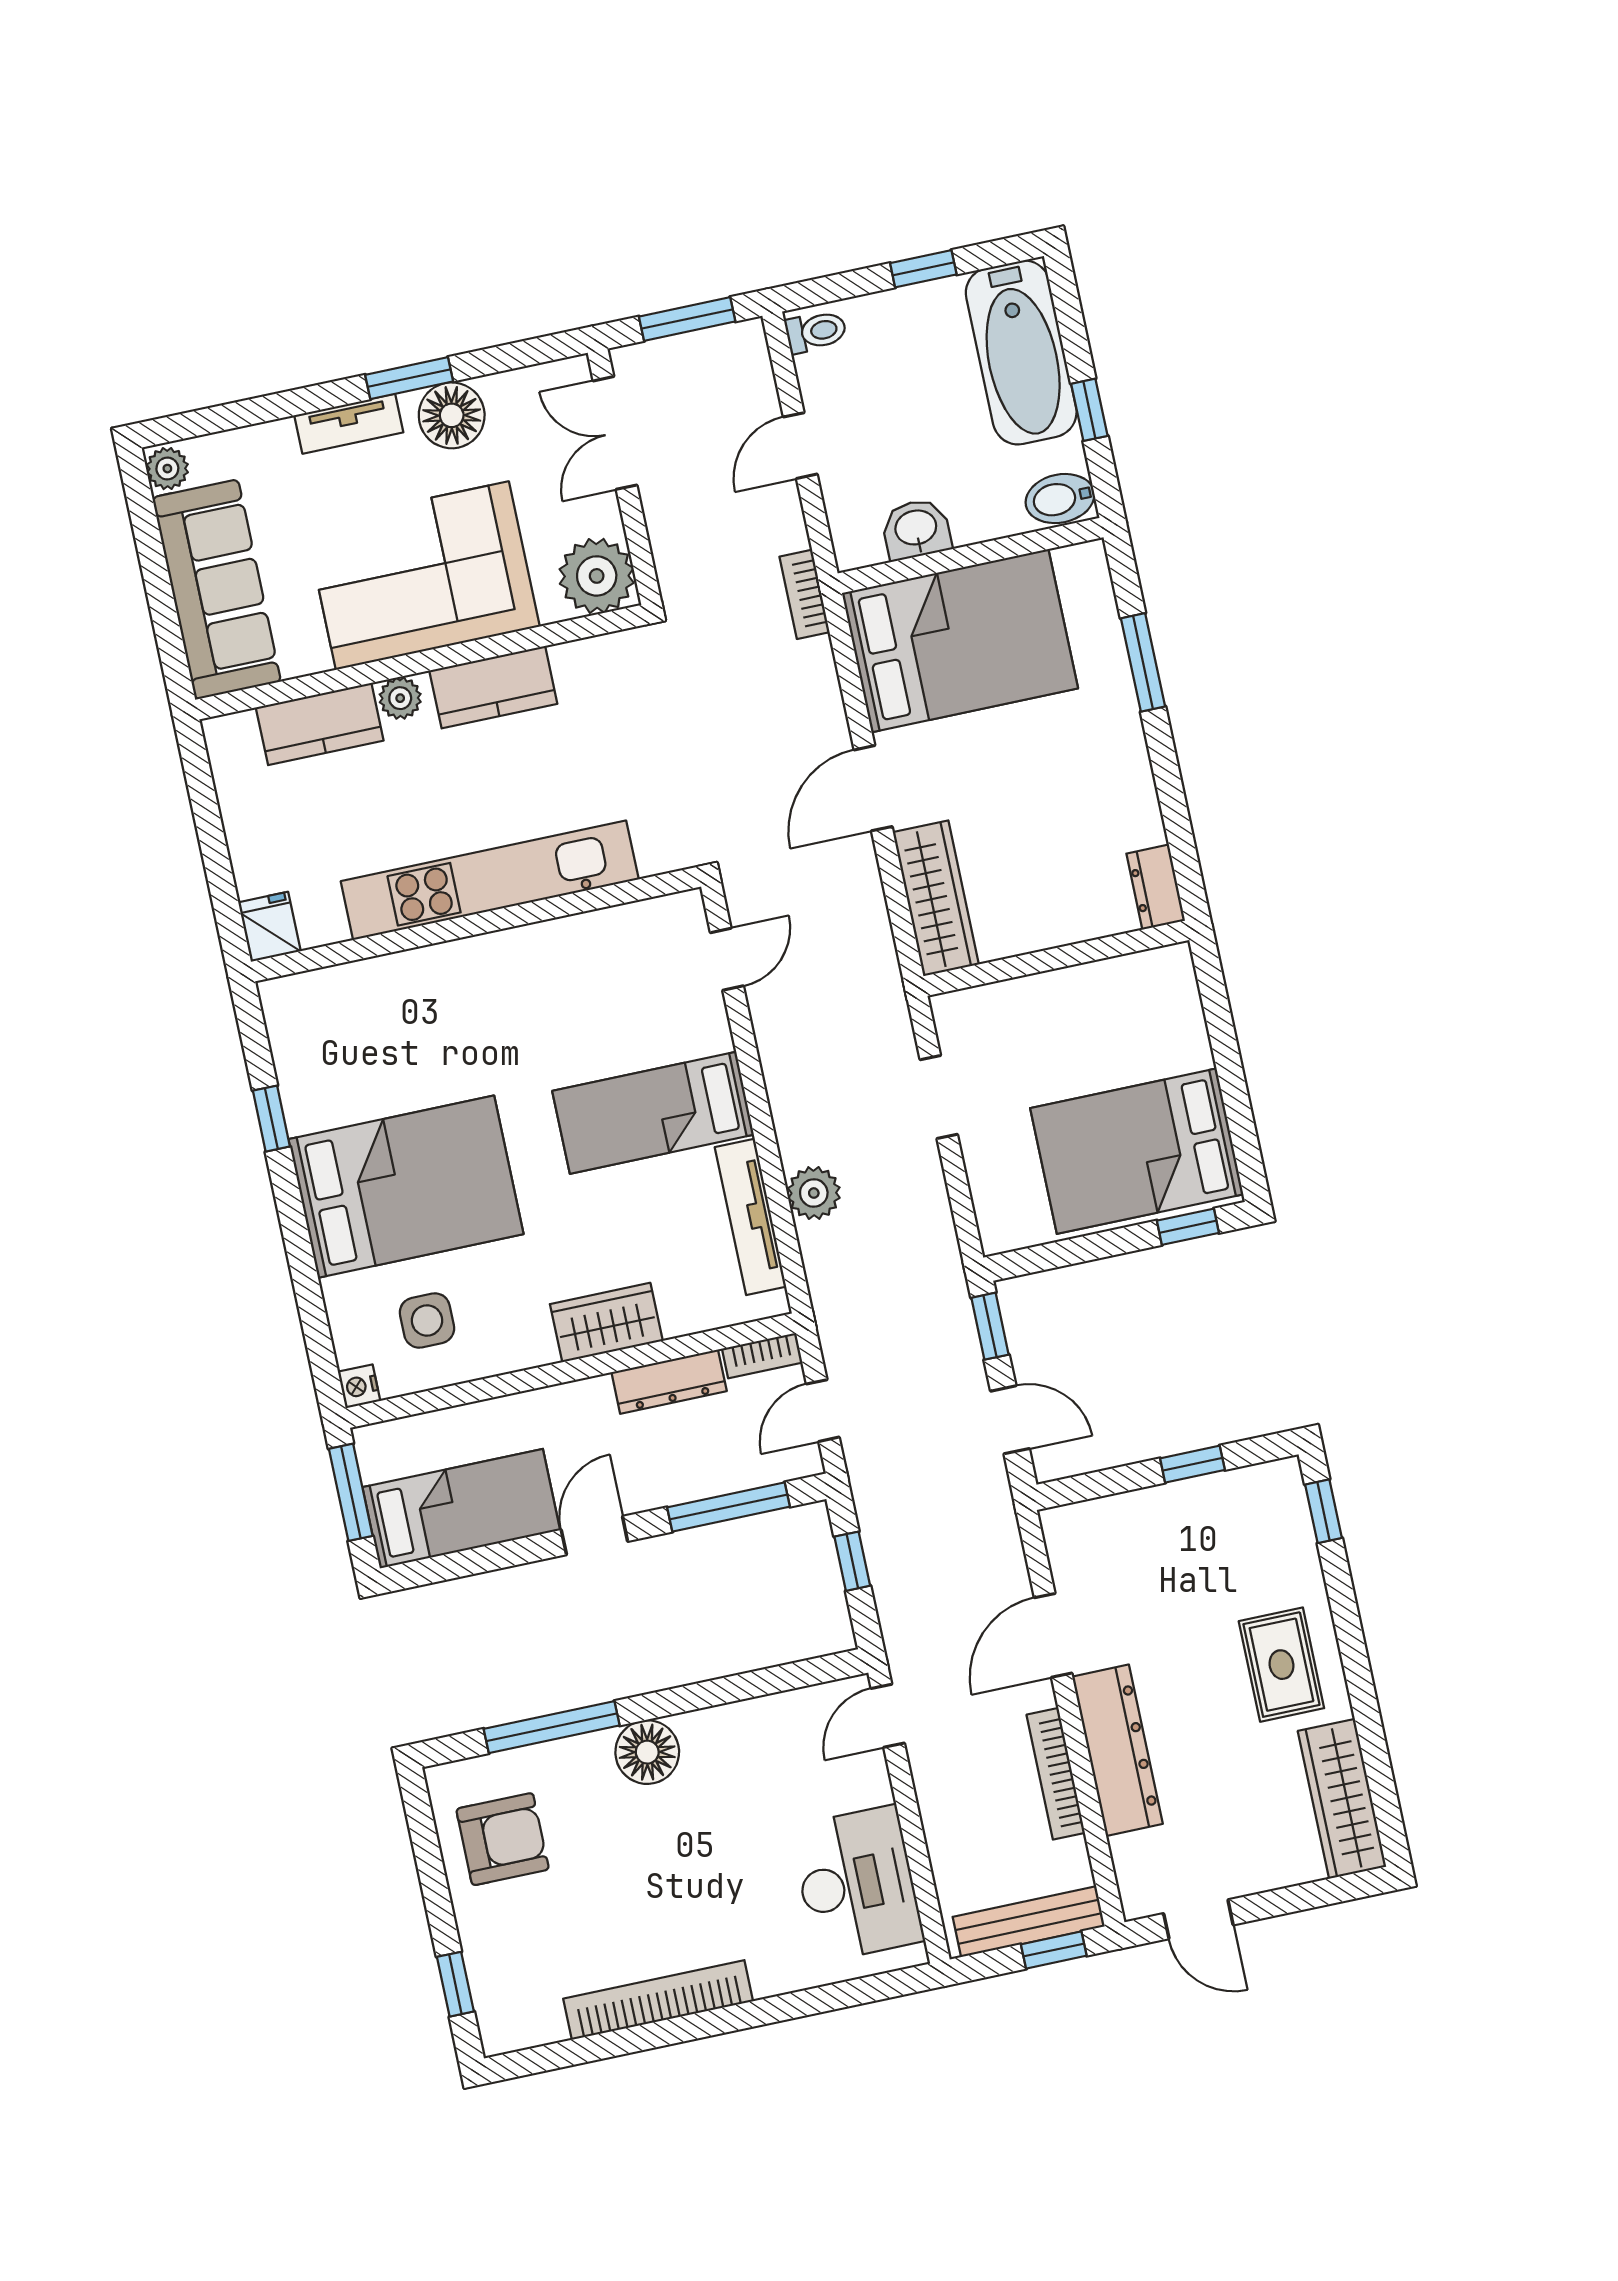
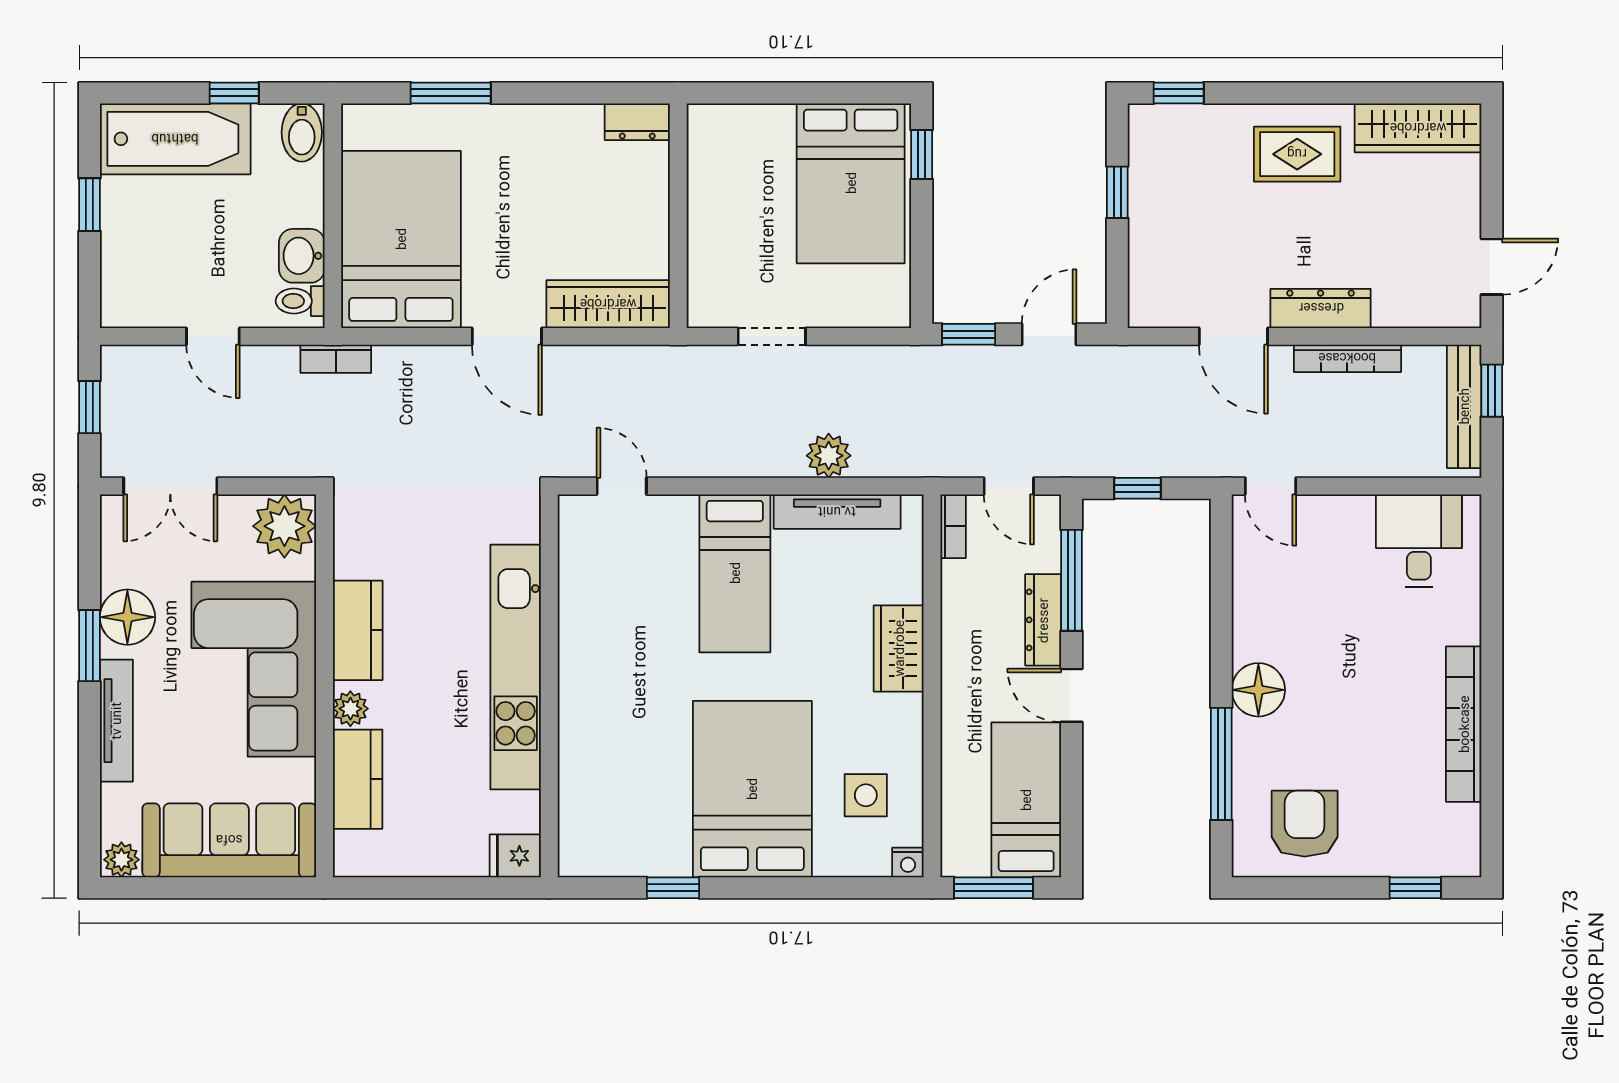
window: (687, 319) -> (89, 407), width x0.67
toilet: (816, 332) -> (300, 301), moved, turned -90
tv unit: (349, 424) -> (116, 721), width x1.41
dresser: (669, 1382) -> (1043, 620), moved, turned 180
dresser: (1117, 1750) -> (1321, 308), width x0.73, depth x0.80
desk: (857, 1884) -> (1419, 541), width x0.73

